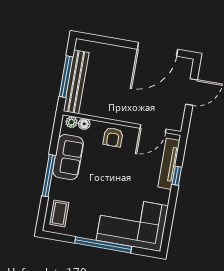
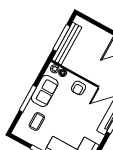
coffee table: (59, 213) -> (37, 121), moved

